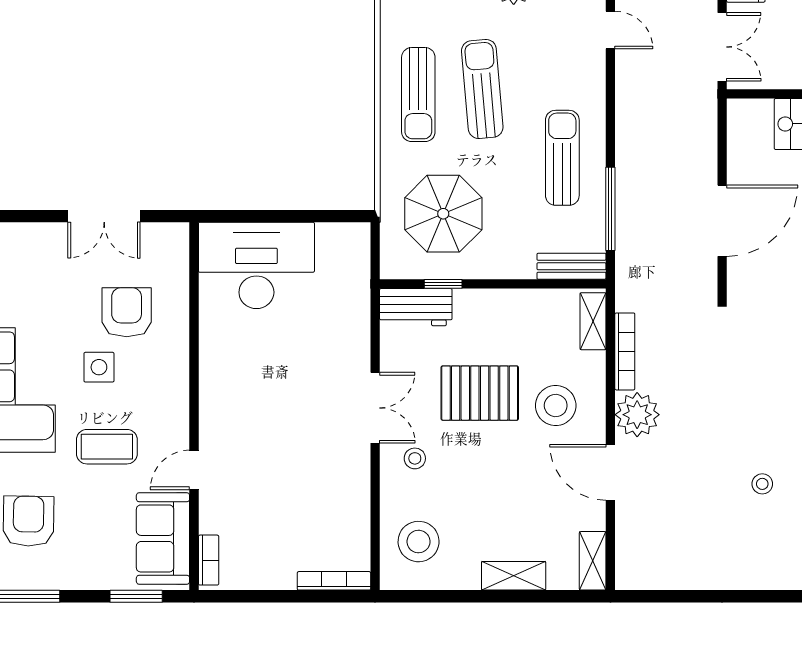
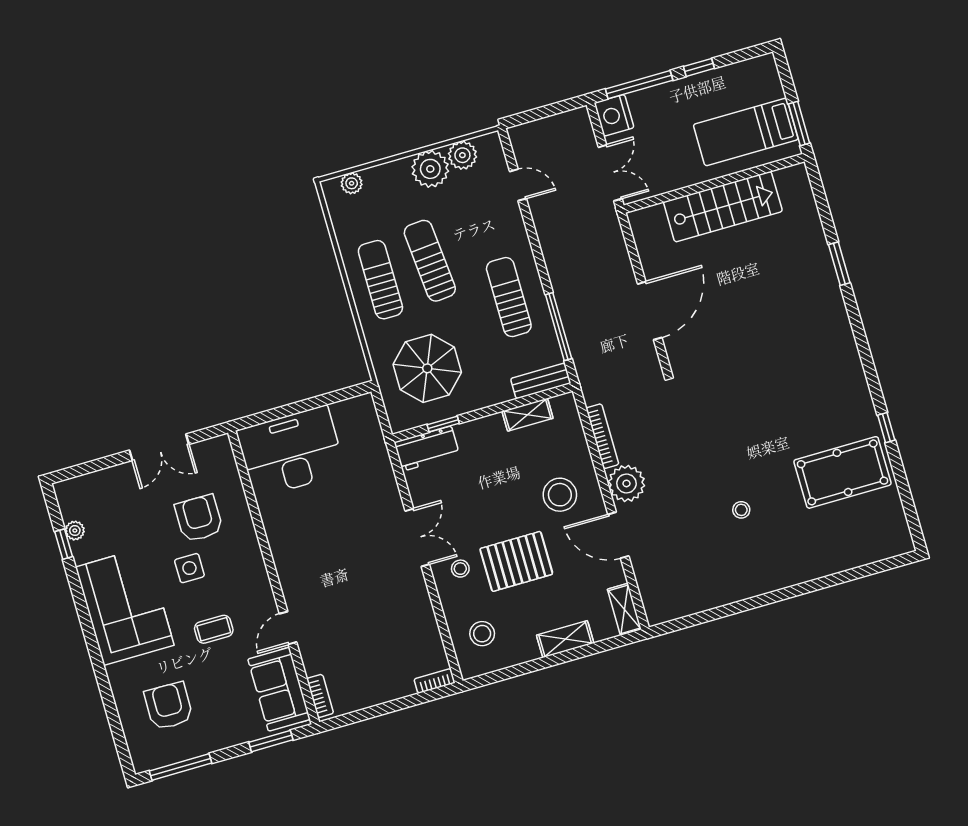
sun lounger: (418, 95) -> (380, 280), turned 180
shelving: (593, 321) -> (528, 415), moved, turned 90
pallet: (480, 393) -> (516, 561), moved
coffee table: (107, 447) -> (214, 629), width x0.73, depth x0.77
stool: (419, 542) -> (482, 634), width x0.73, depth x0.73
bookcase: (334, 581) -> (434, 681), width x0.64

